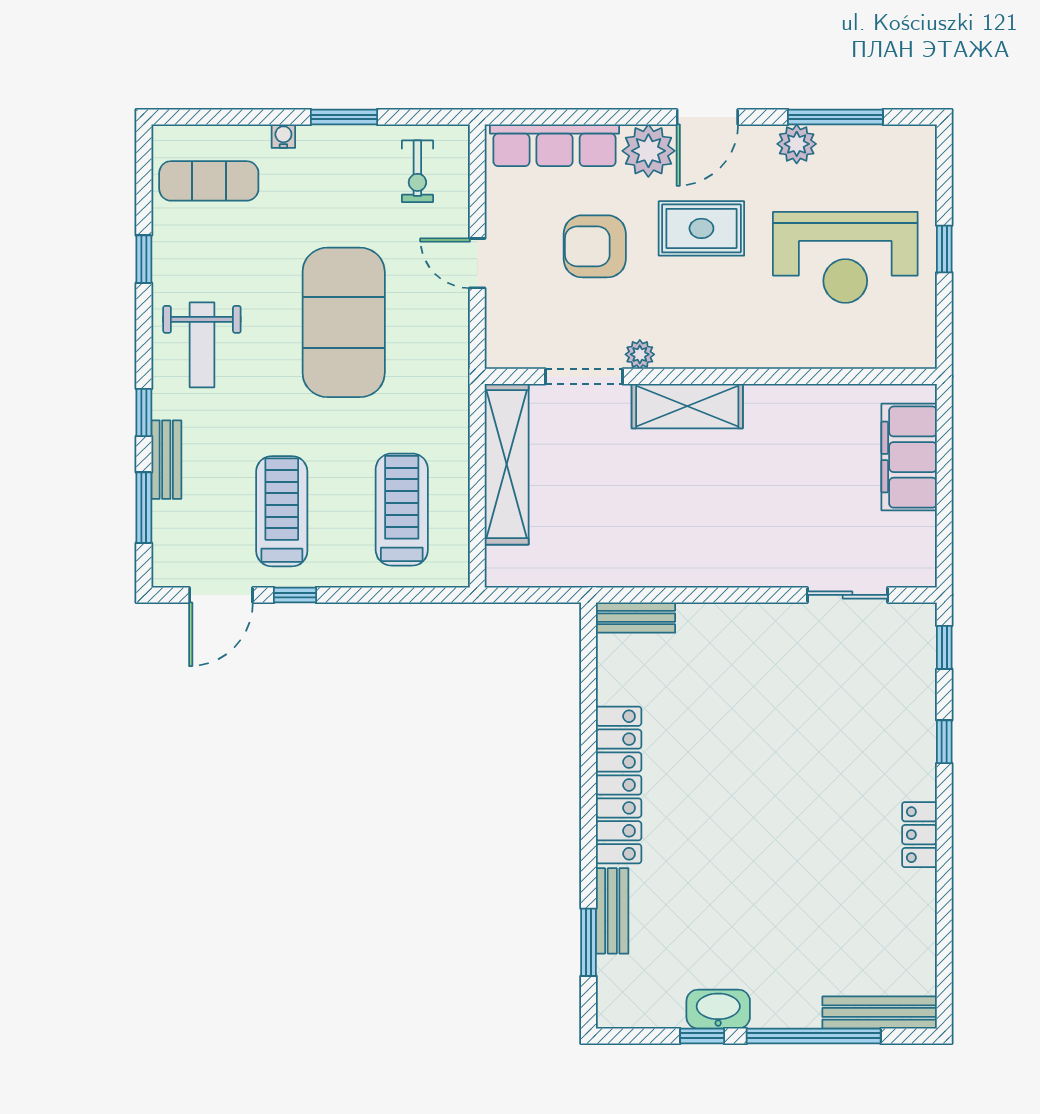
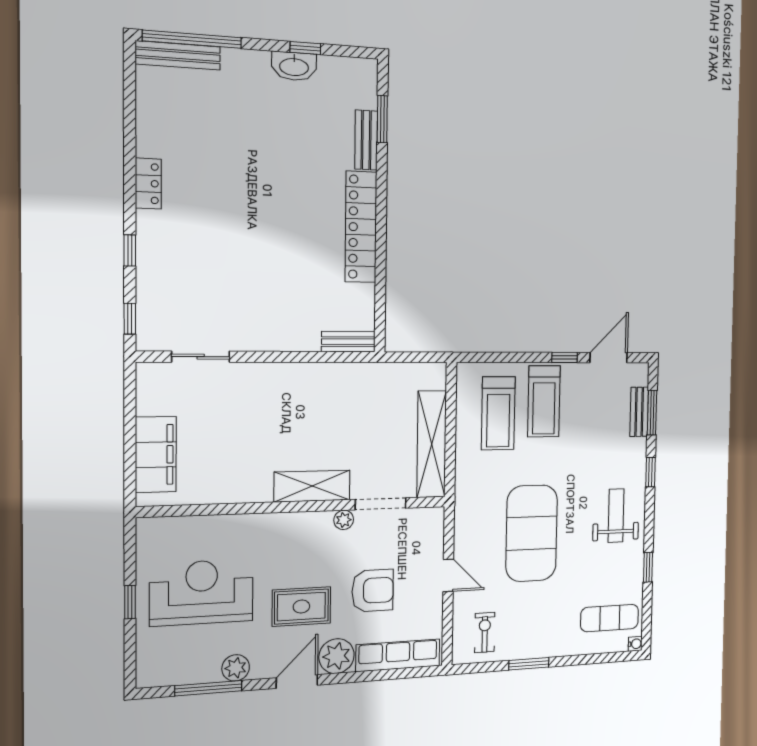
water cooler: (283, 136) -> (635, 644), moved, turned -90
bench: (166, 460) -> (639, 412), moved
treadmill: (282, 511) -> (544, 401), moved
window: (814, 1036) -> (192, 39), moved

